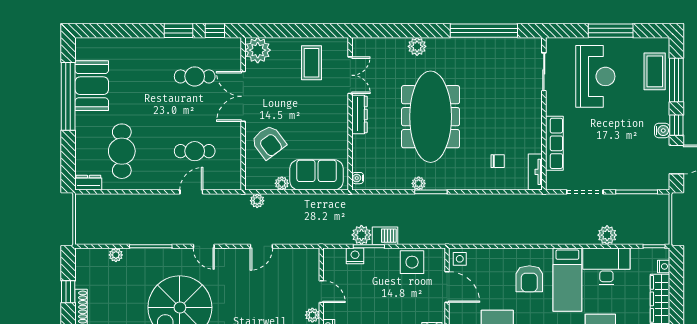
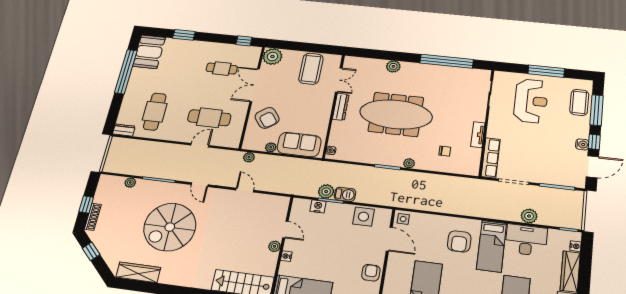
window: (179, 31) -> (184, 35), moved
coffee table: (311, 63) -> (311, 69), width x1.36, depth x1.32
booth: (92, 86) -> (149, 52), moved
meeting table: (431, 117) -> (396, 114), turned 90
row of seats: (554, 143) -> (491, 158), moved
cafe table: (195, 151) -> (209, 118), width x1.37, depth x1.35
tv unit: (535, 172) -> (478, 135), moved
plant: (419, 183) -> (409, 163), moved
door: (261, 246) -> (245, 190), swing flipped

